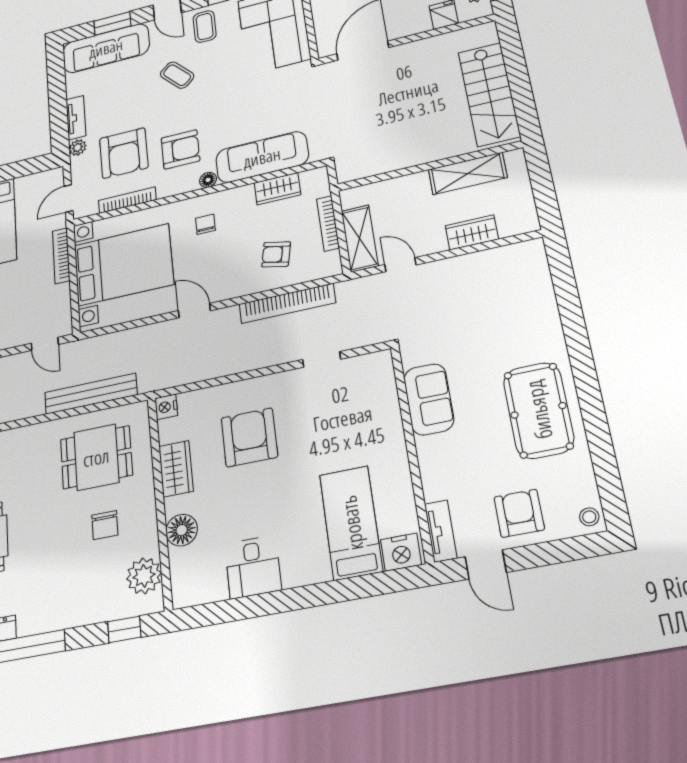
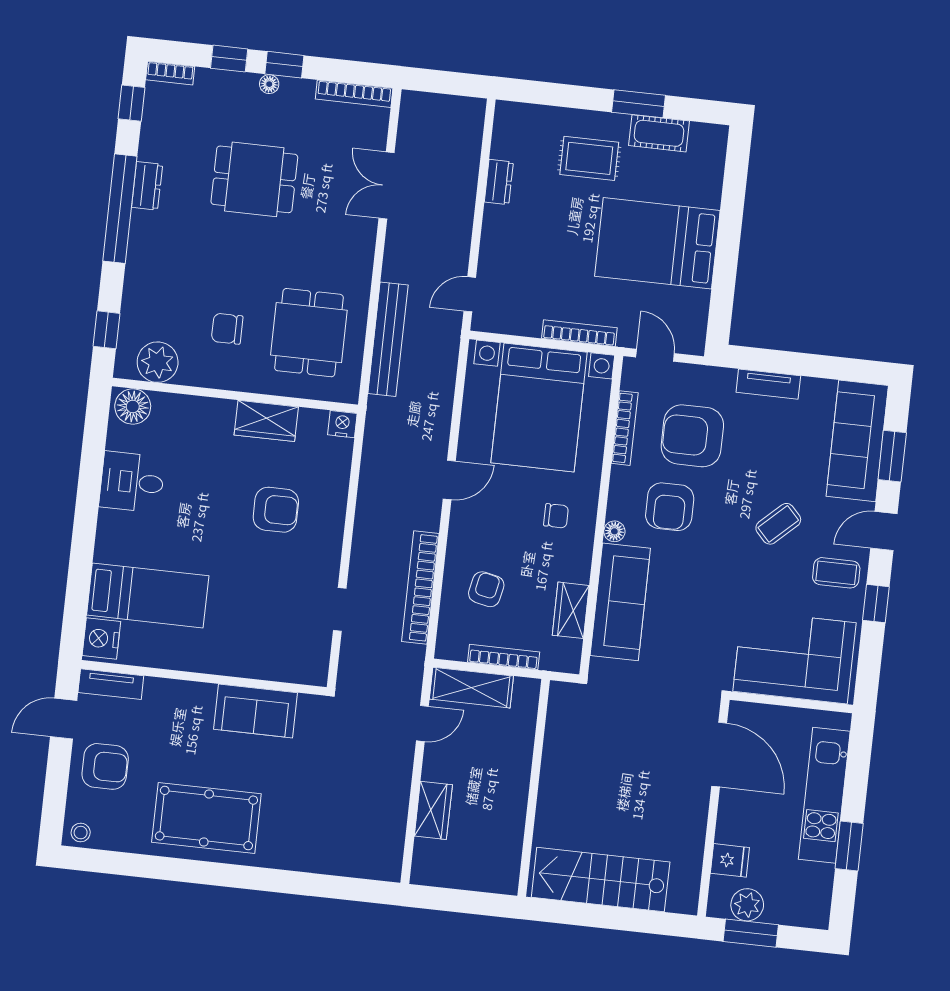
plant: (78, 148) -> (724, 379), removed
shelving: (468, 174) -> (508, 827), removed
armchair: (249, 437) -> (276, 510), width x0.73, depth x0.73
floor lamp: (182, 530) -> (133, 406), moved

